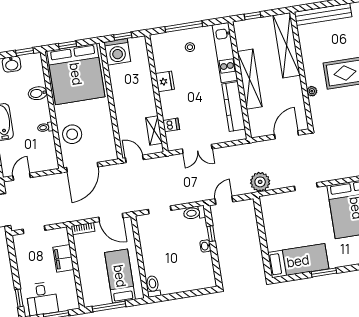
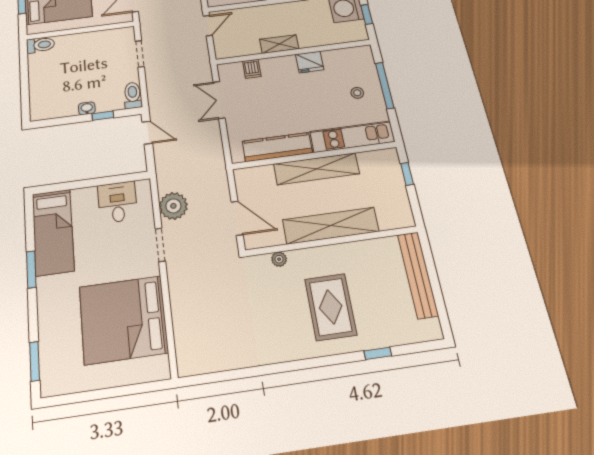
shelving: (287, 45) -> (331, 226), moved
plant: (312, 91) -> (279, 259), moved
shelving: (154, 131) -> (279, 44), moved
plant: (260, 182) -> (173, 206), moved
desk: (276, 218) -> (117, 202), added

